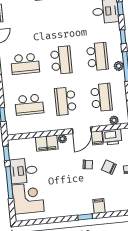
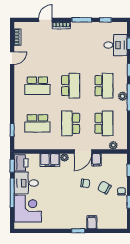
printer: (112, 137) -> (21, 163), moved, turned -90

